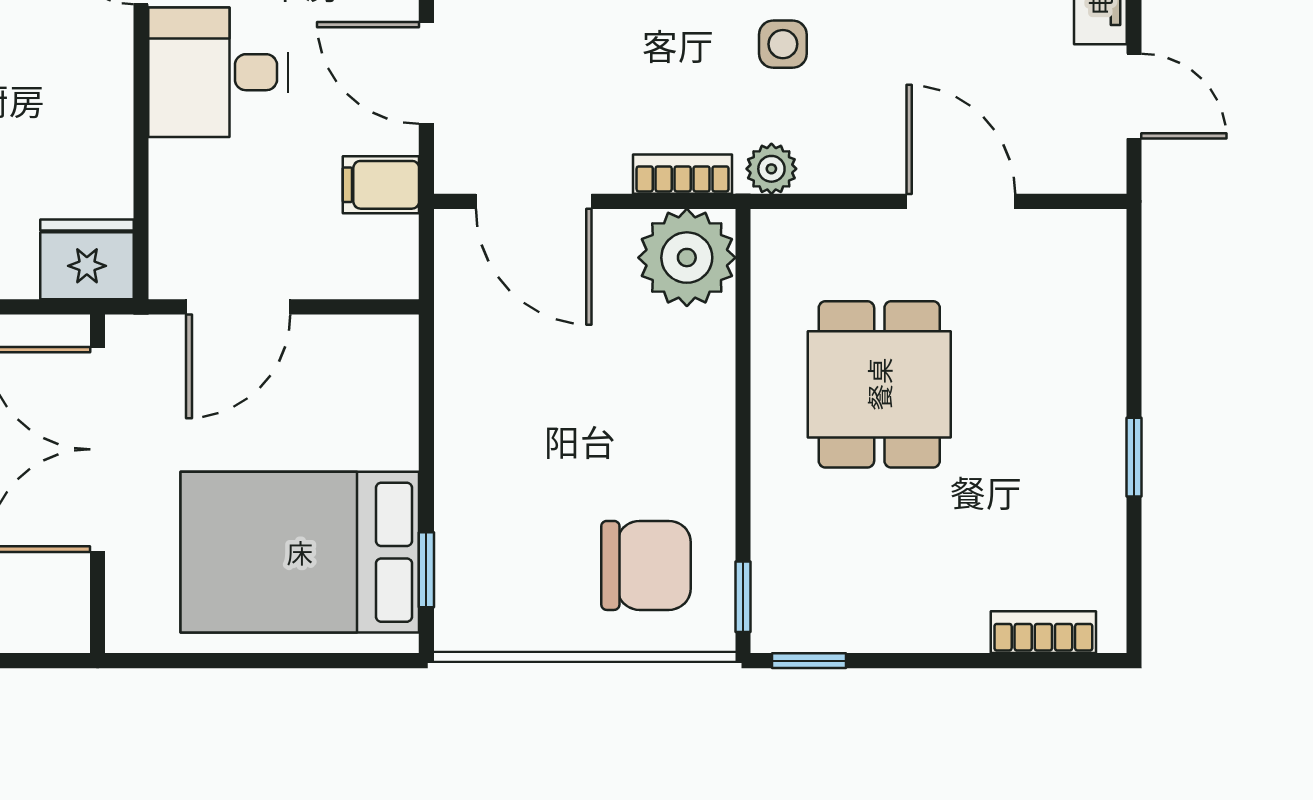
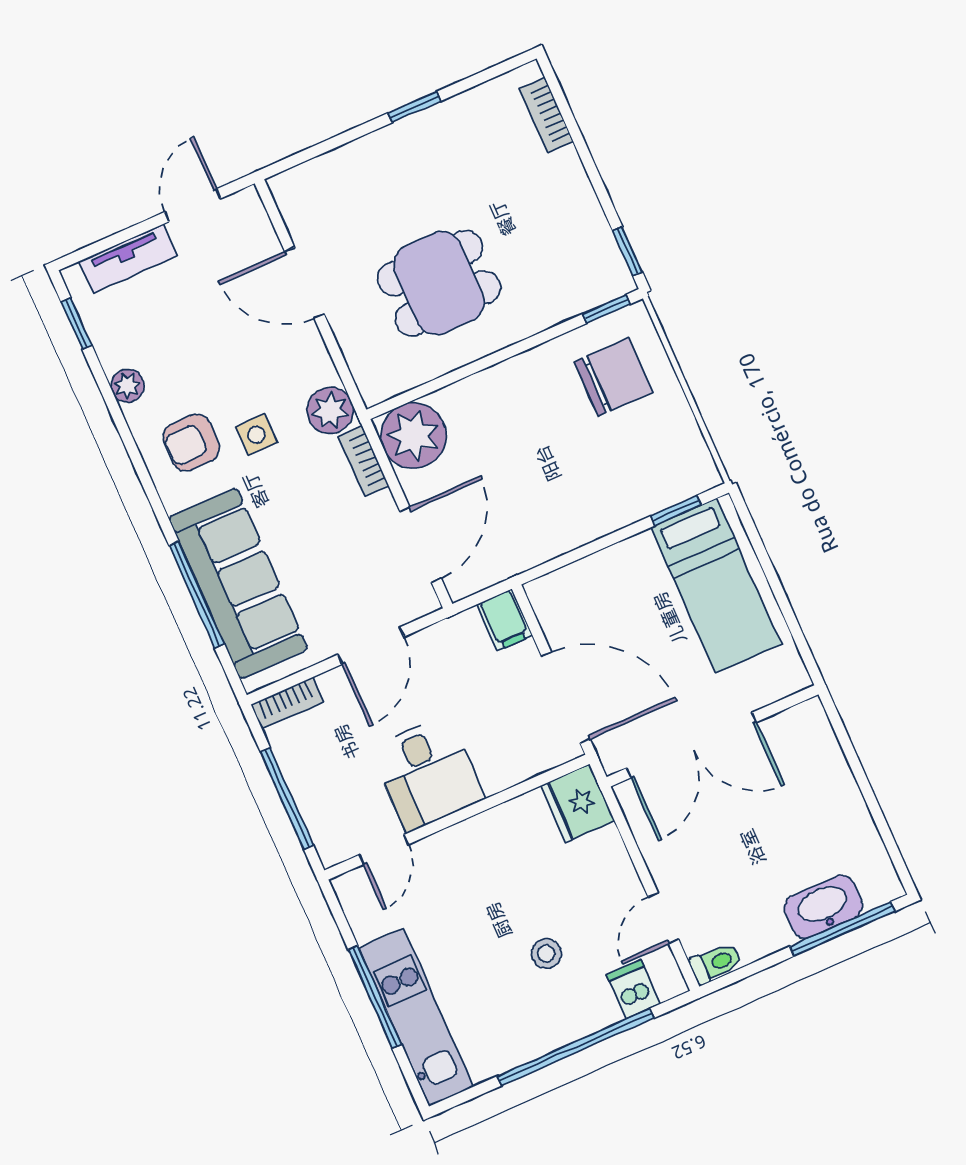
plant: (771, 169) -> (330, 410), width x1.38, depth x1.38
filing cabinet: (381, 185) -> (505, 620), moved
door: (961, 201) -> (304, 283), hinge flipped
door: (238, 307) -> (566, 698), width x1.36
bed: (300, 552) -> (716, 586), width x0.67
chair: (646, 565) -> (613, 377), turned 90

